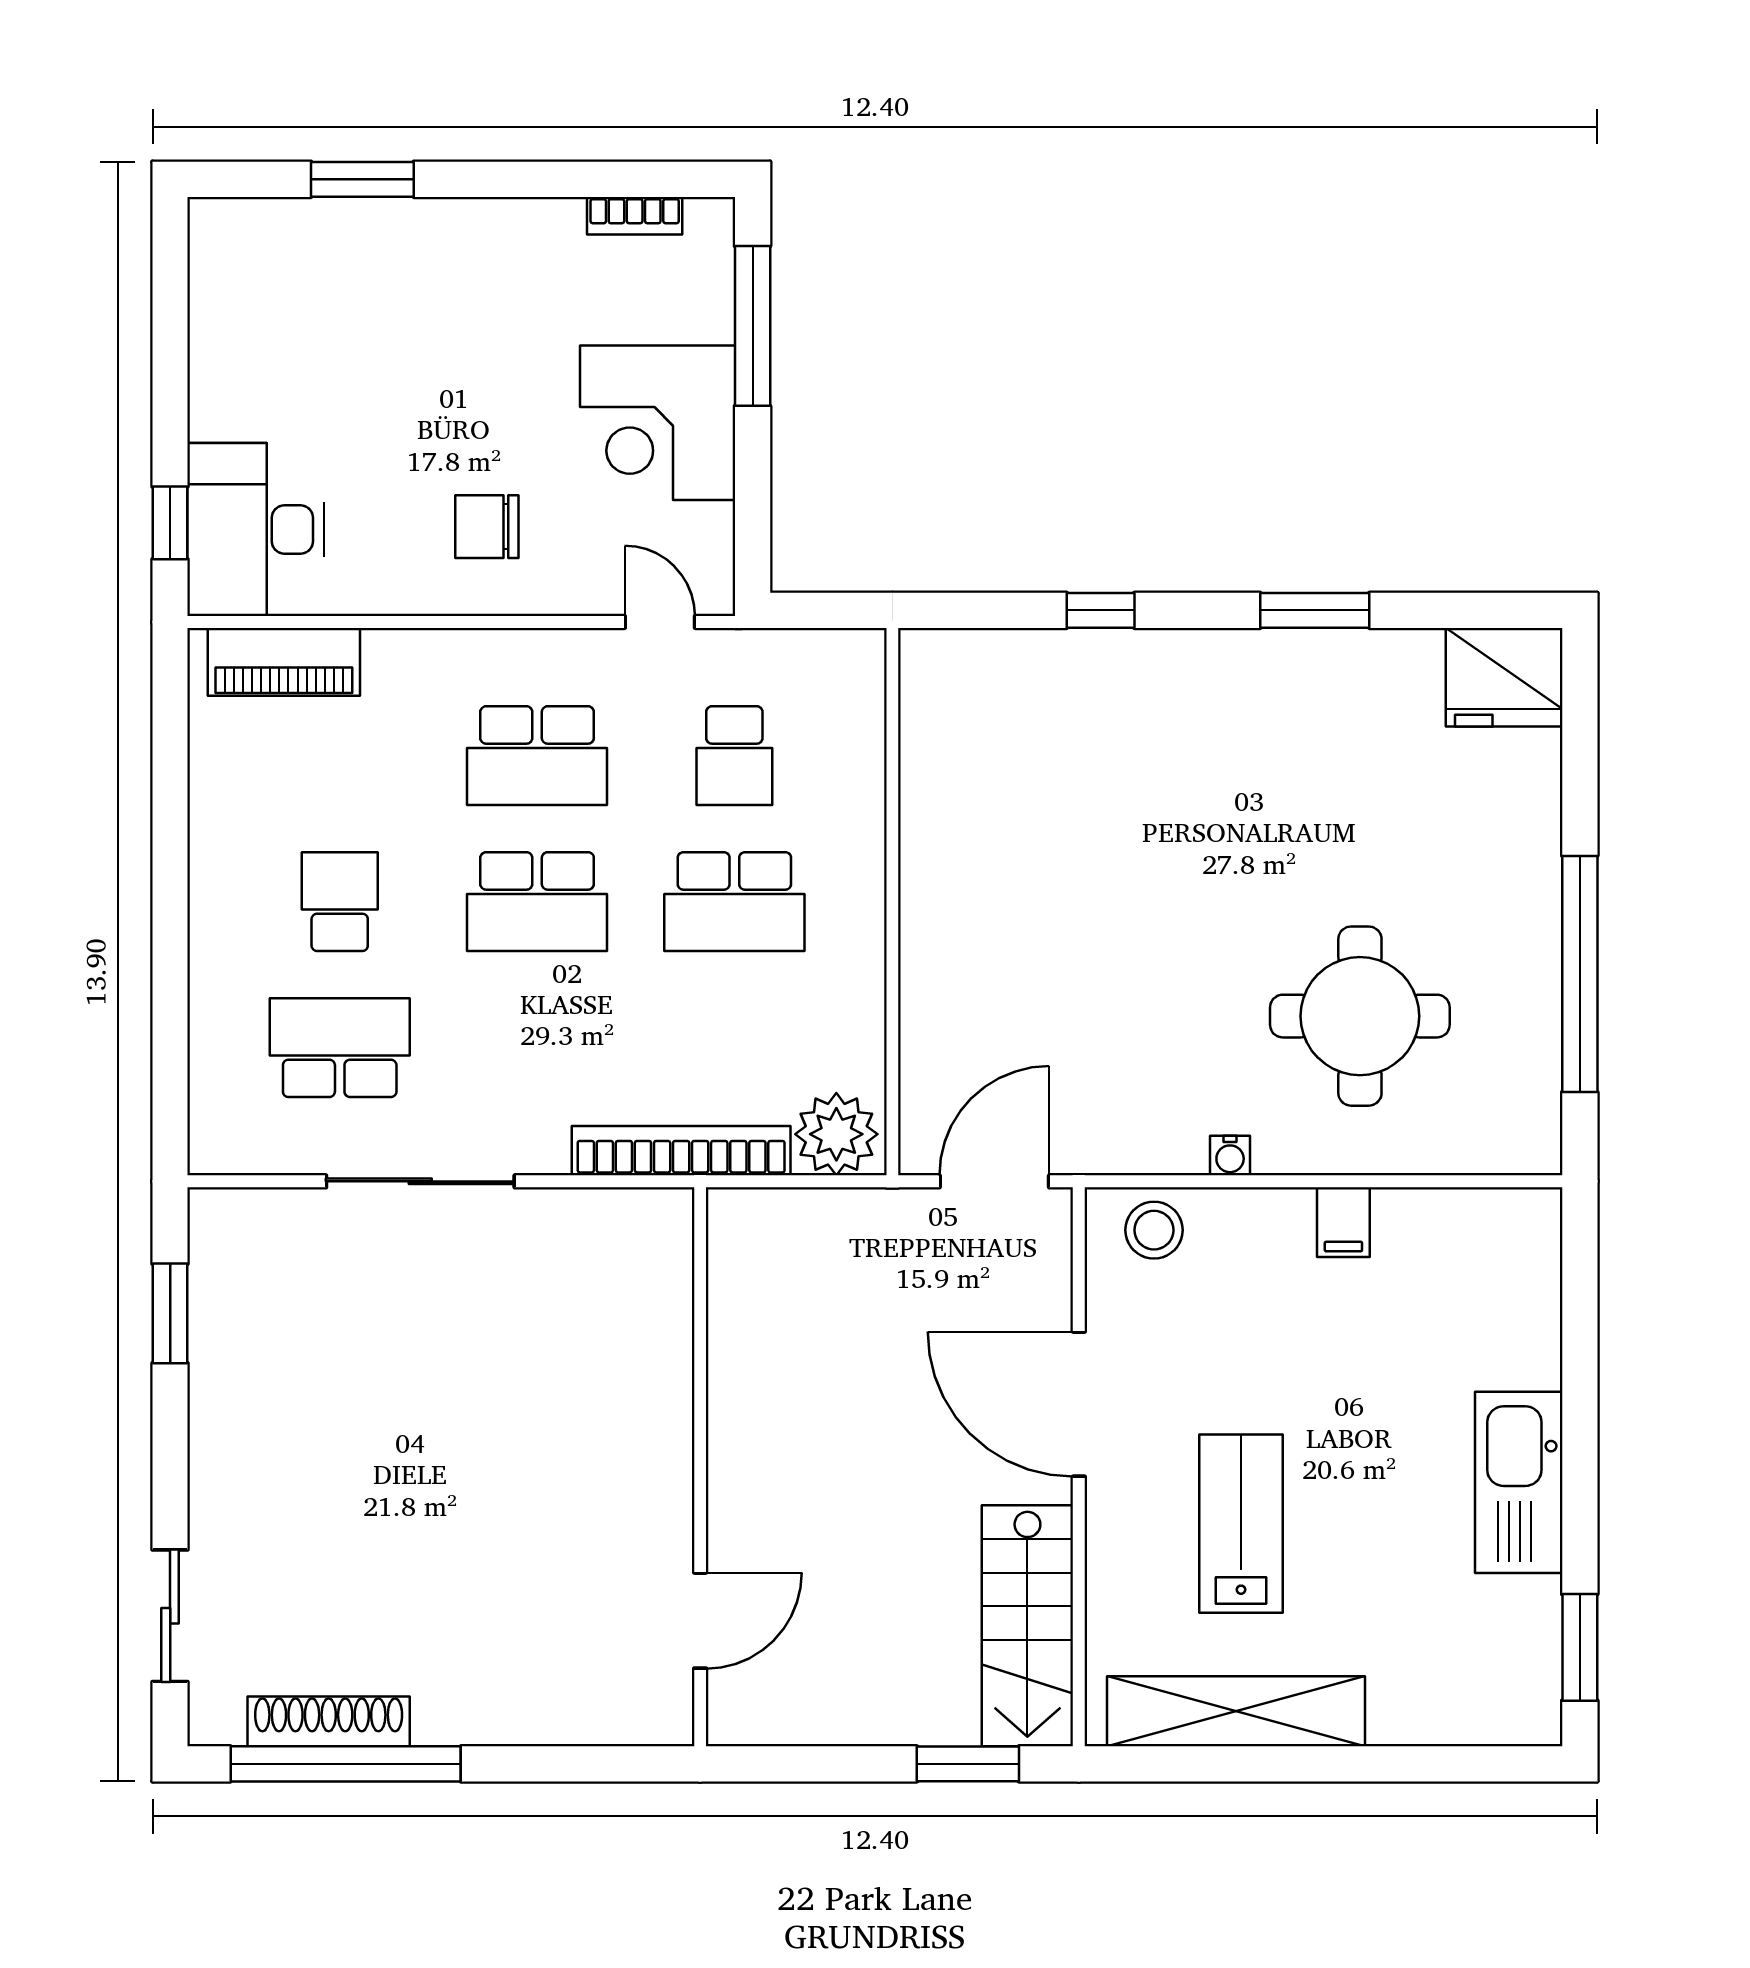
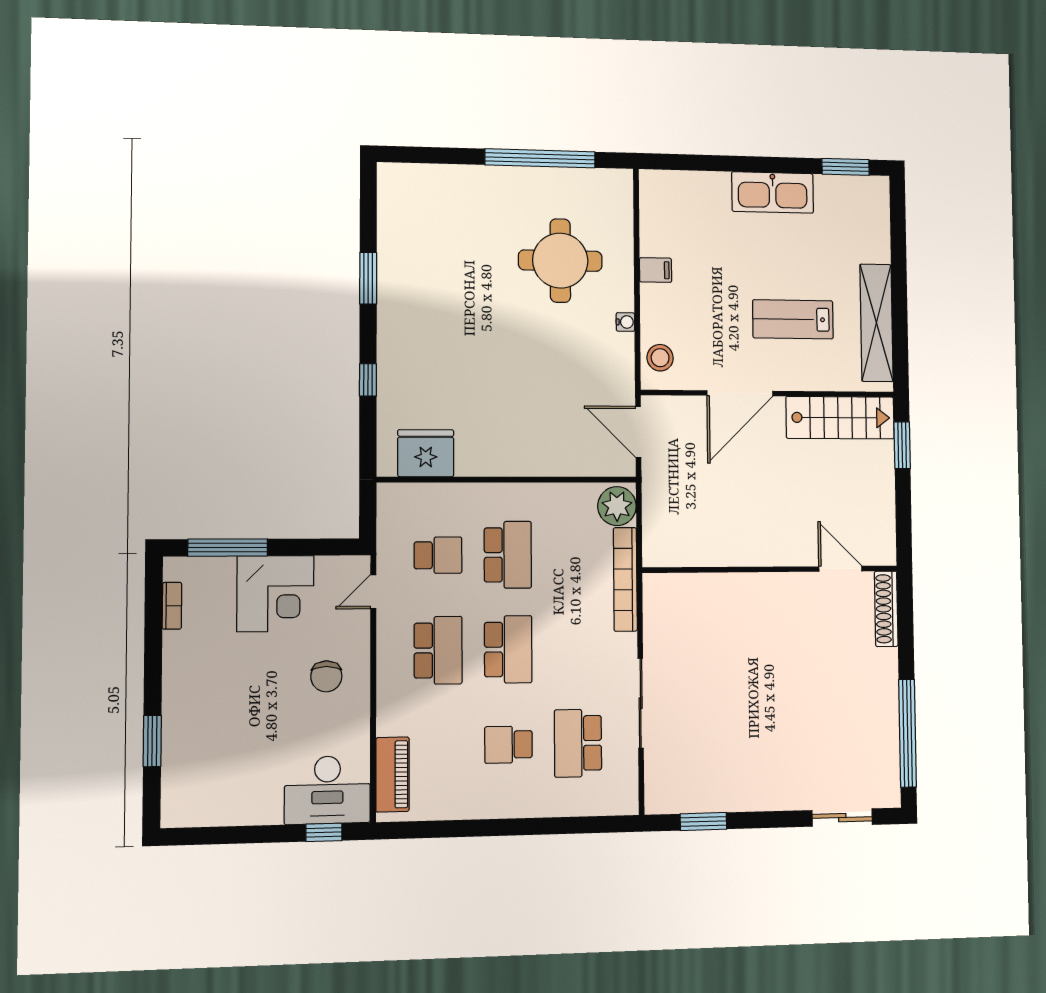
fridge: (1504, 677) -> (426, 453), moved, turned -90
shoe rack: (329, 1721) -> (886, 609), moved

